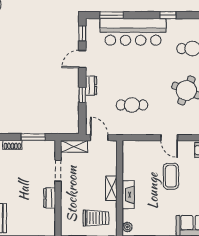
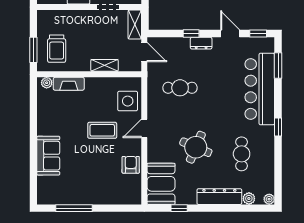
cafe table: (132, 105) -> (180, 88), turned 90
door: (99, 138) -> (144, 52), hinge flipped
side table: (144, 153) -> (128, 101), added
shelving: (111, 188) -> (104, 65), moved
fireplace: (128, 195) -> (69, 84), moved

